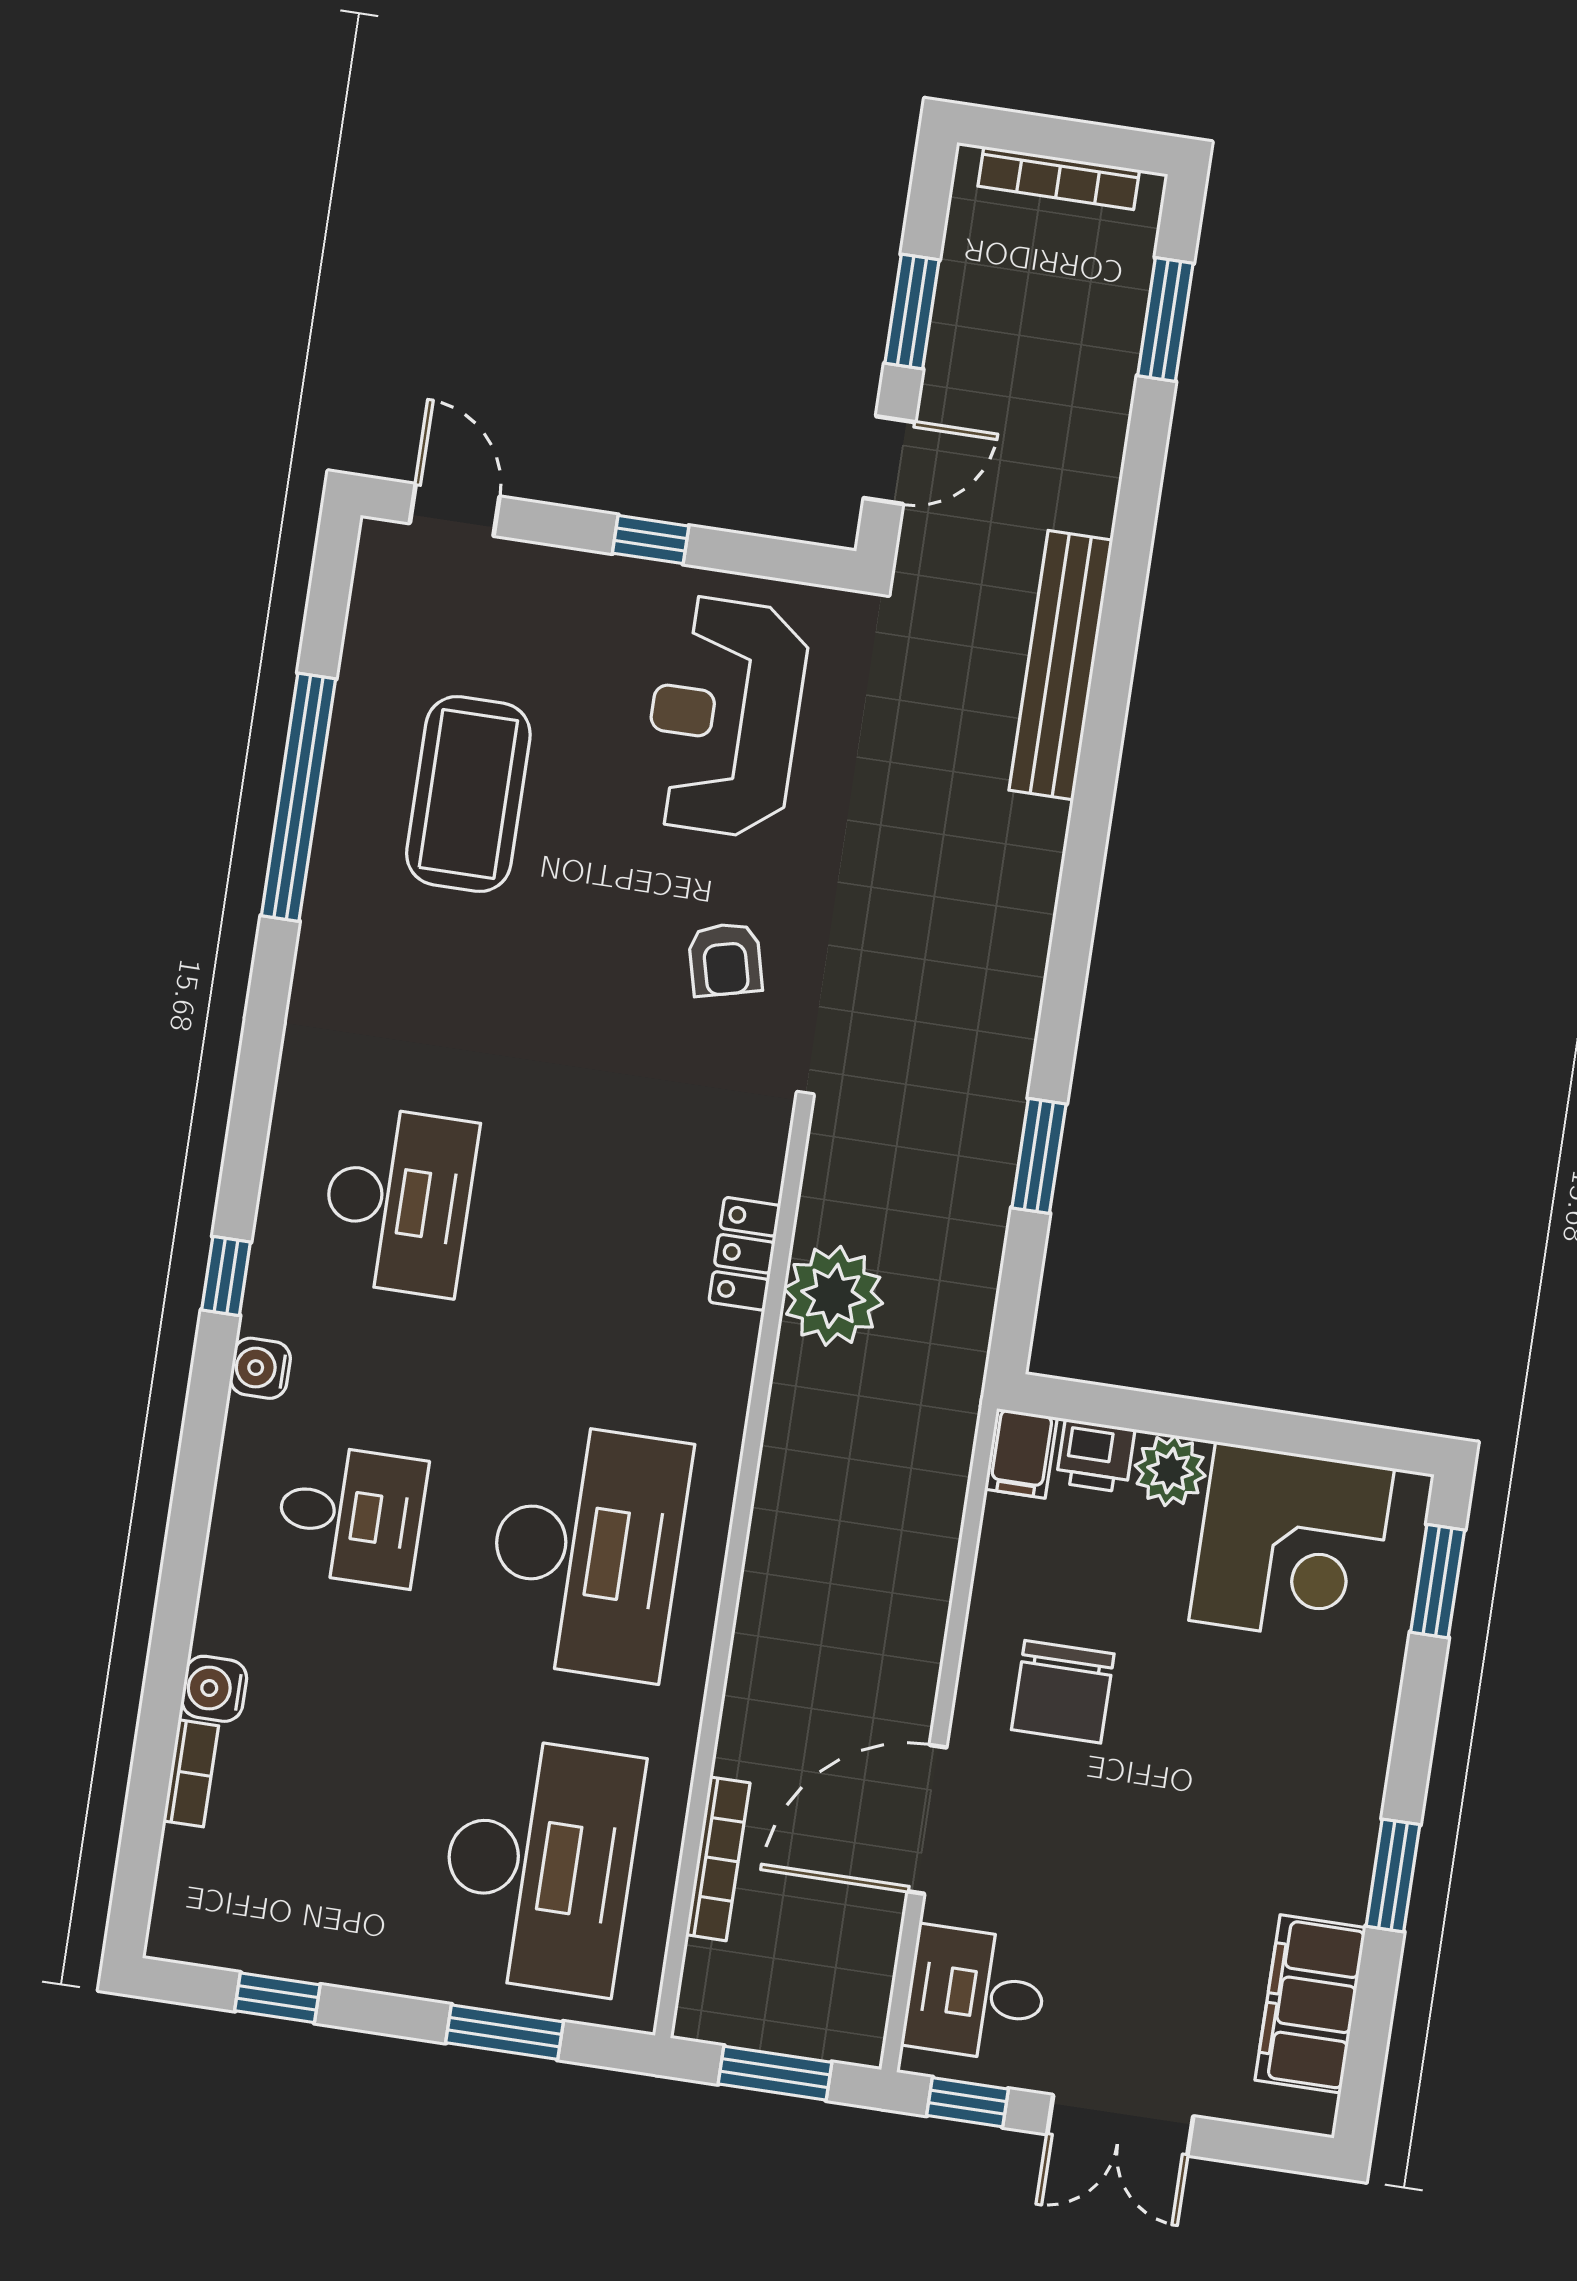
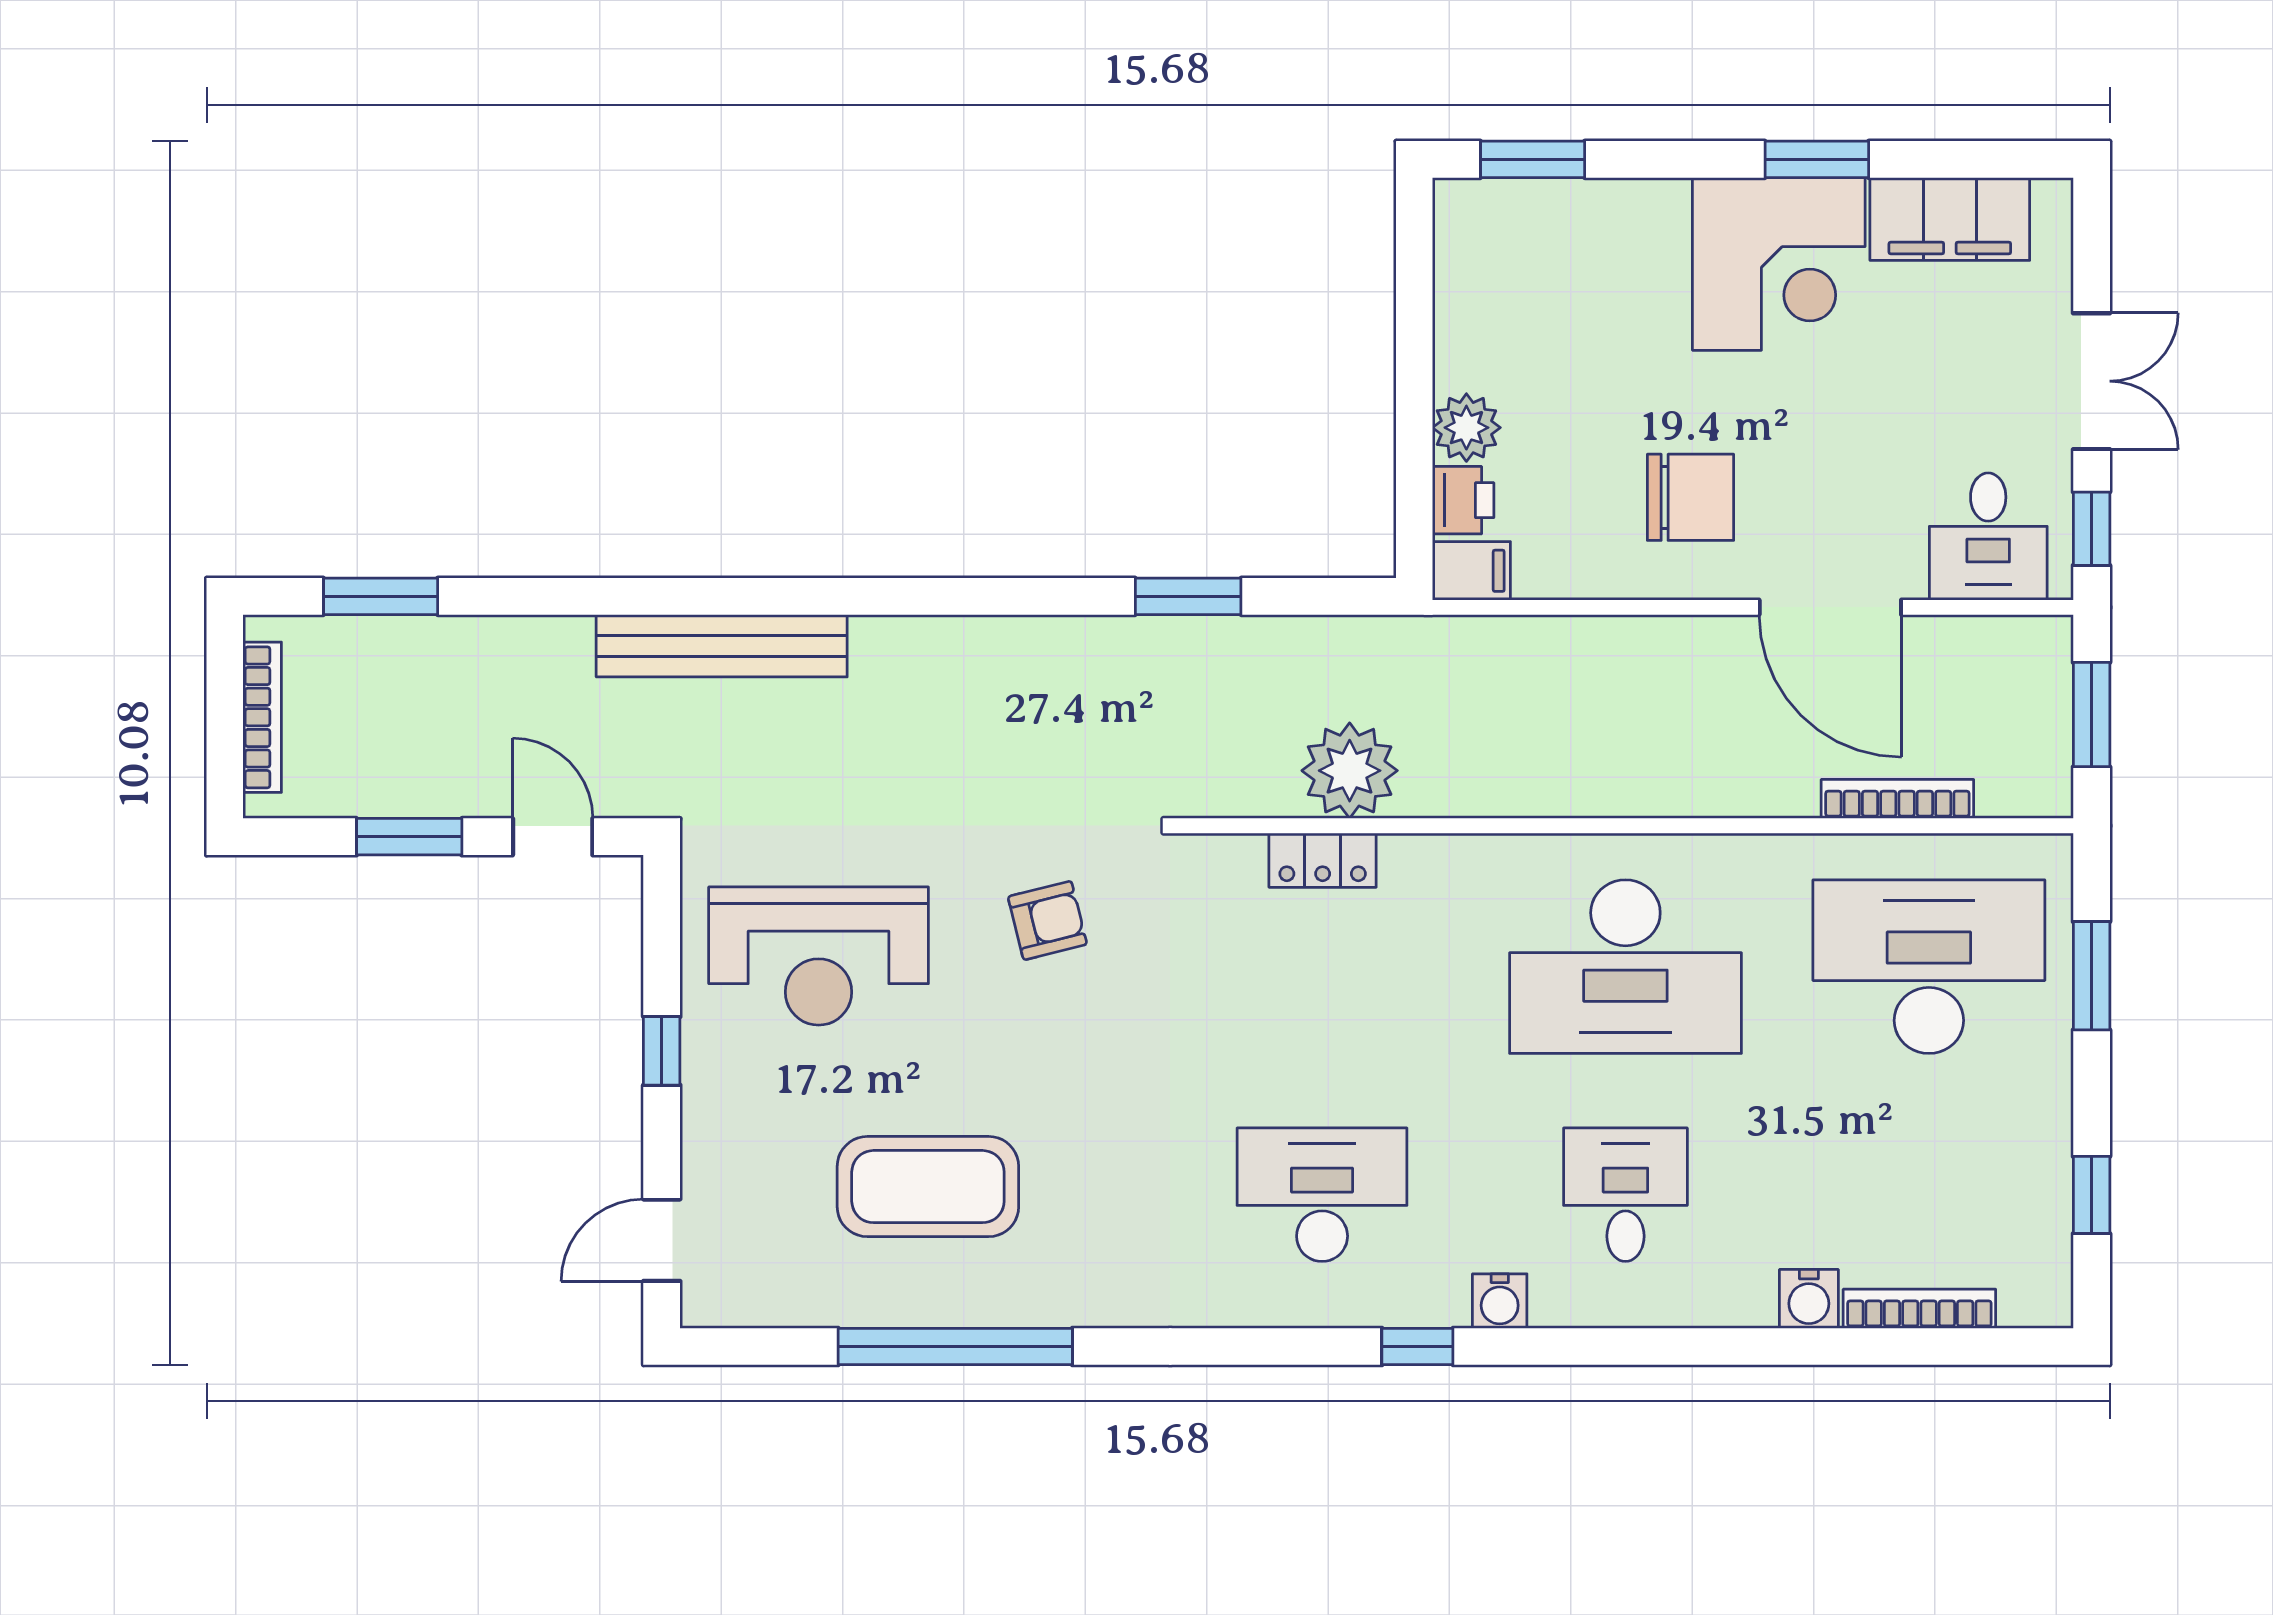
corner desk: (1292, 1544) -> (1779, 264), moved, turned 90
desk: (587, 1551) -> (1625, 967), turned 180
bookcase: (191, 1773) -> (1919, 1309), width x1.56

